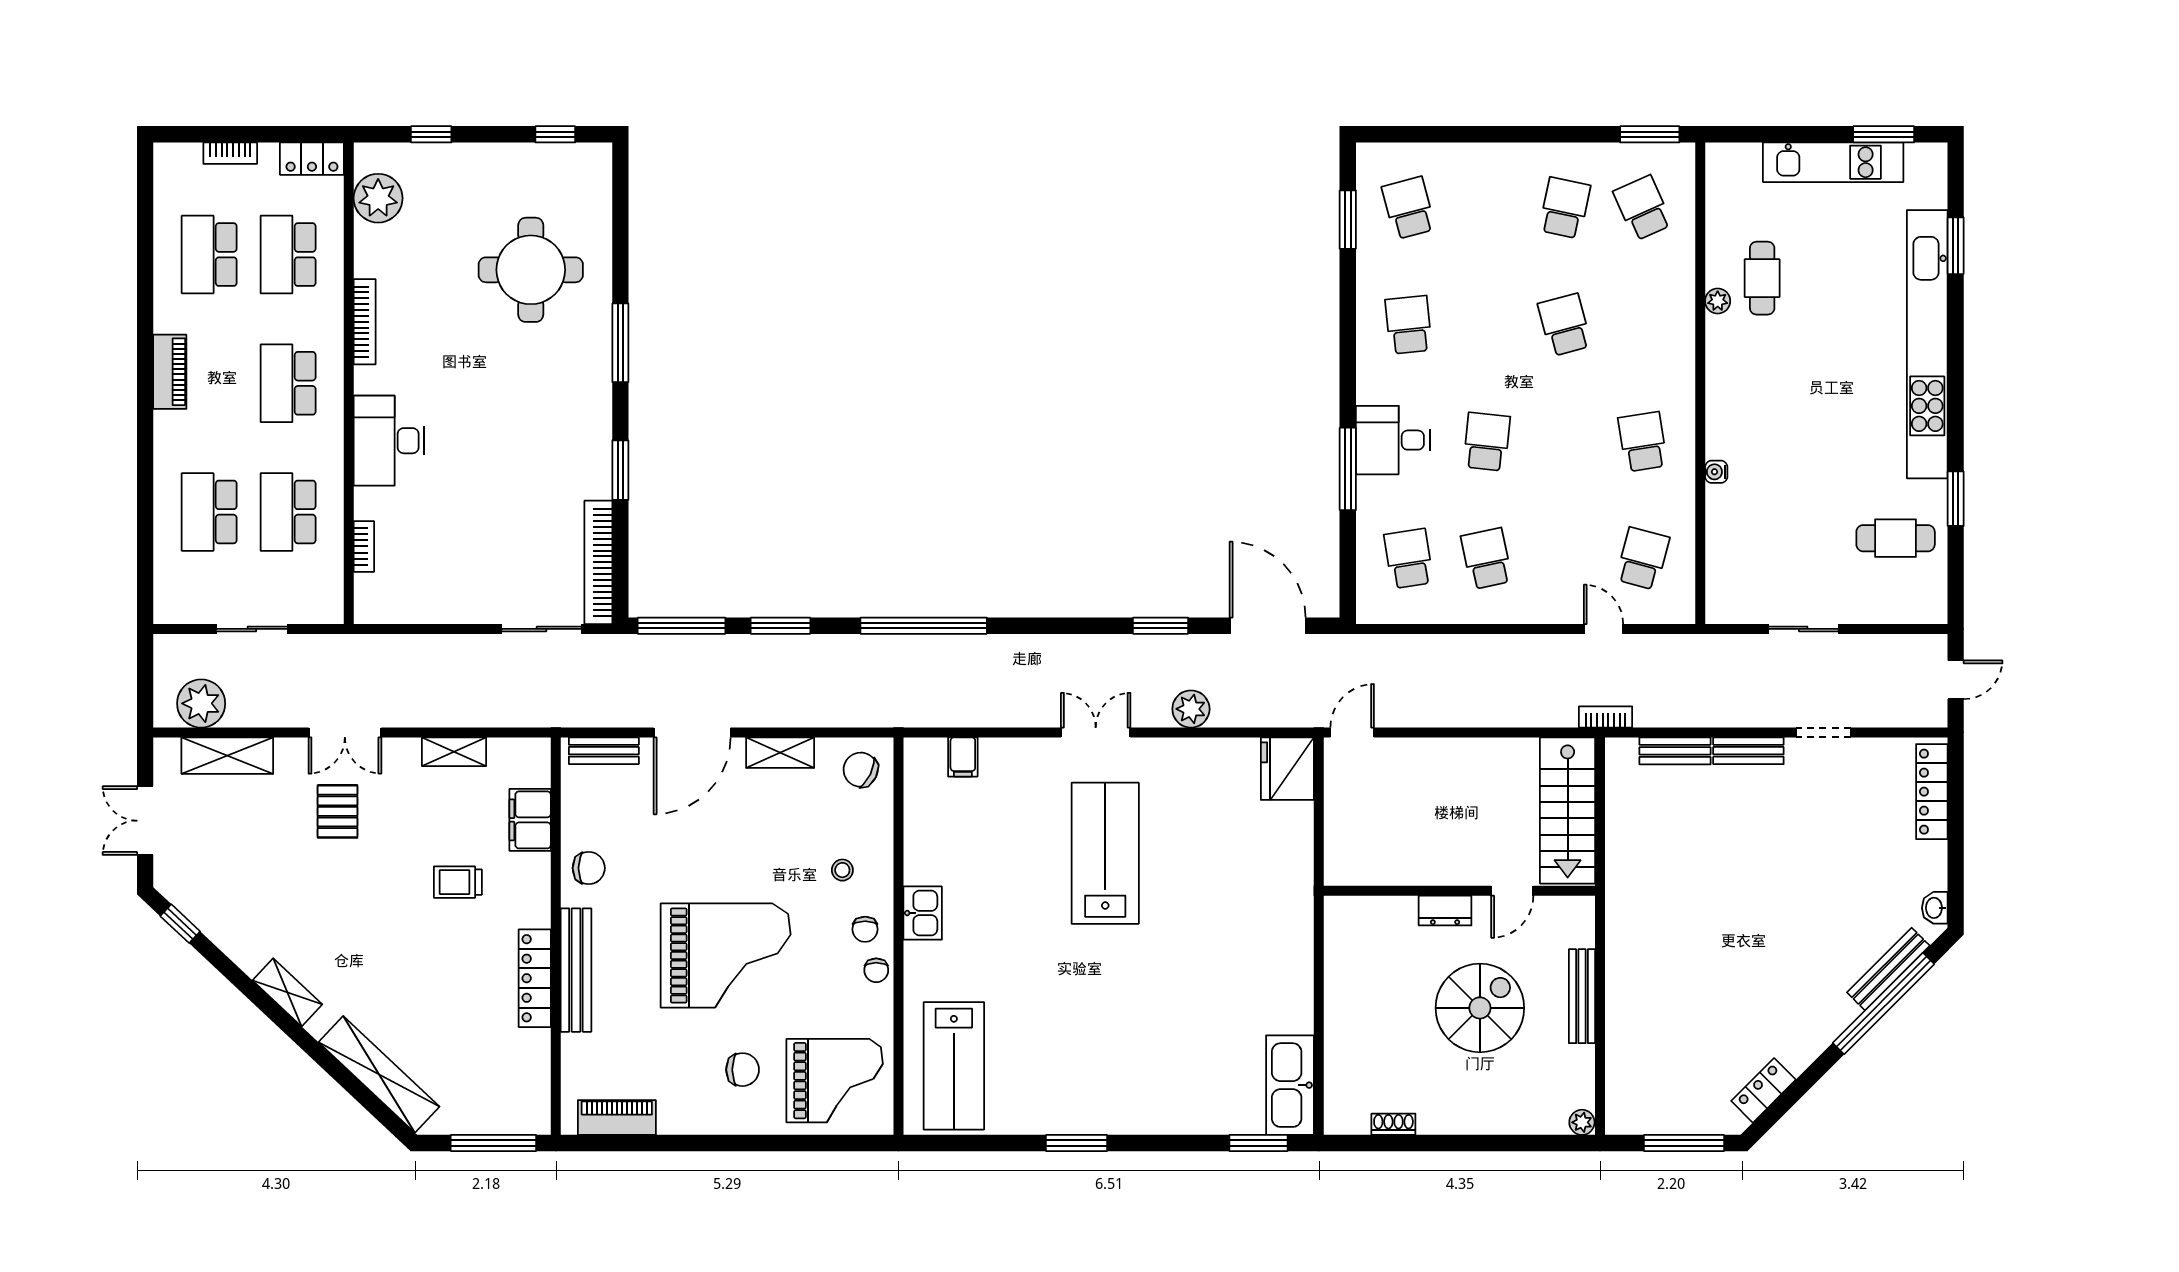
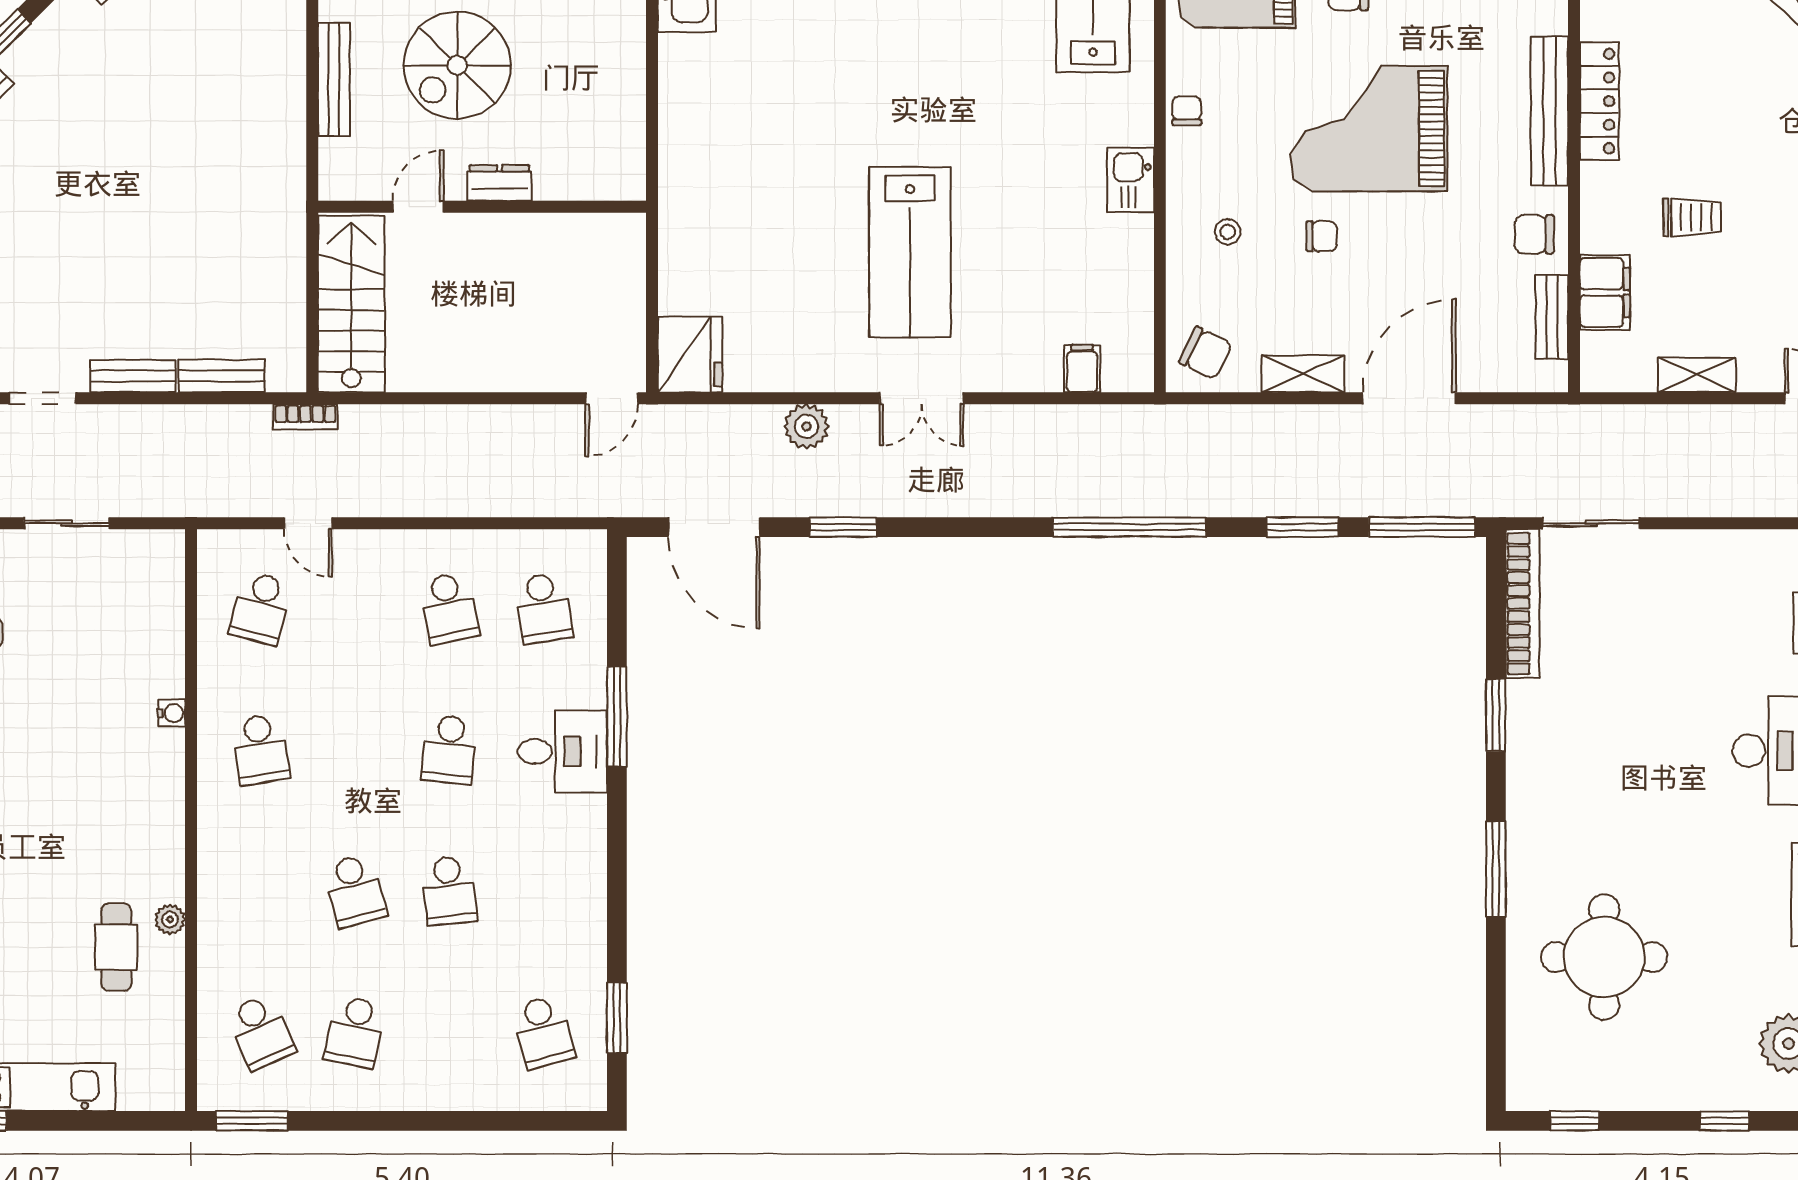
school desk: (1409, 325) -> (449, 891), moved
bench: (604, 751) -> (1552, 317), moved, turned 90
chair: (865, 929) -> (1322, 236), moved, turned 90

